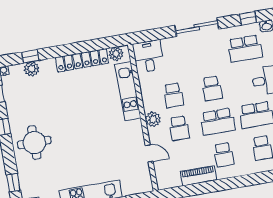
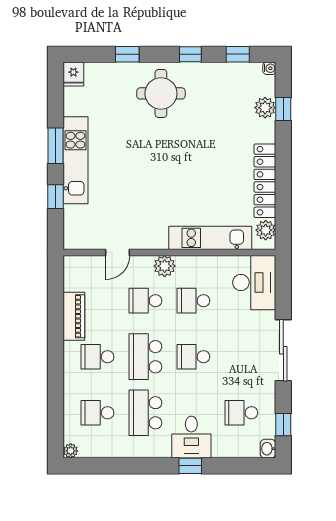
school desk: (245, 49) -> (241, 413), width x0.54
desk: (148, 56) -> (254, 283), width x1.37
window: (13, 183) -> (127, 54), moved

